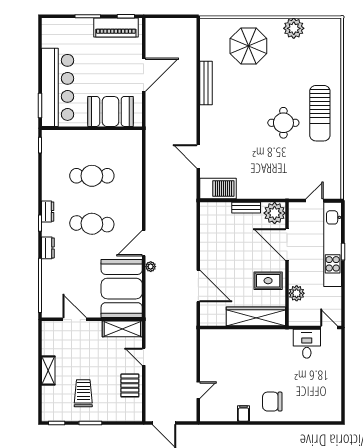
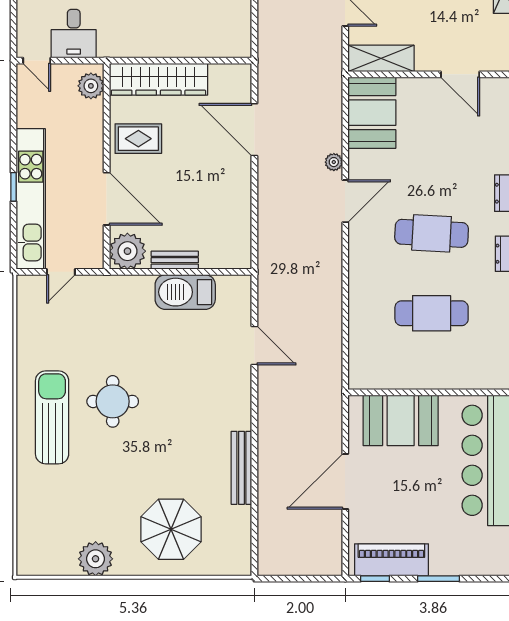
barbecue: (218, 188) -> (185, 292), moved
booth: (122, 289) -> (372, 113), width x0.73, depth x0.70
plant: (297, 293) -> (91, 86), moved

